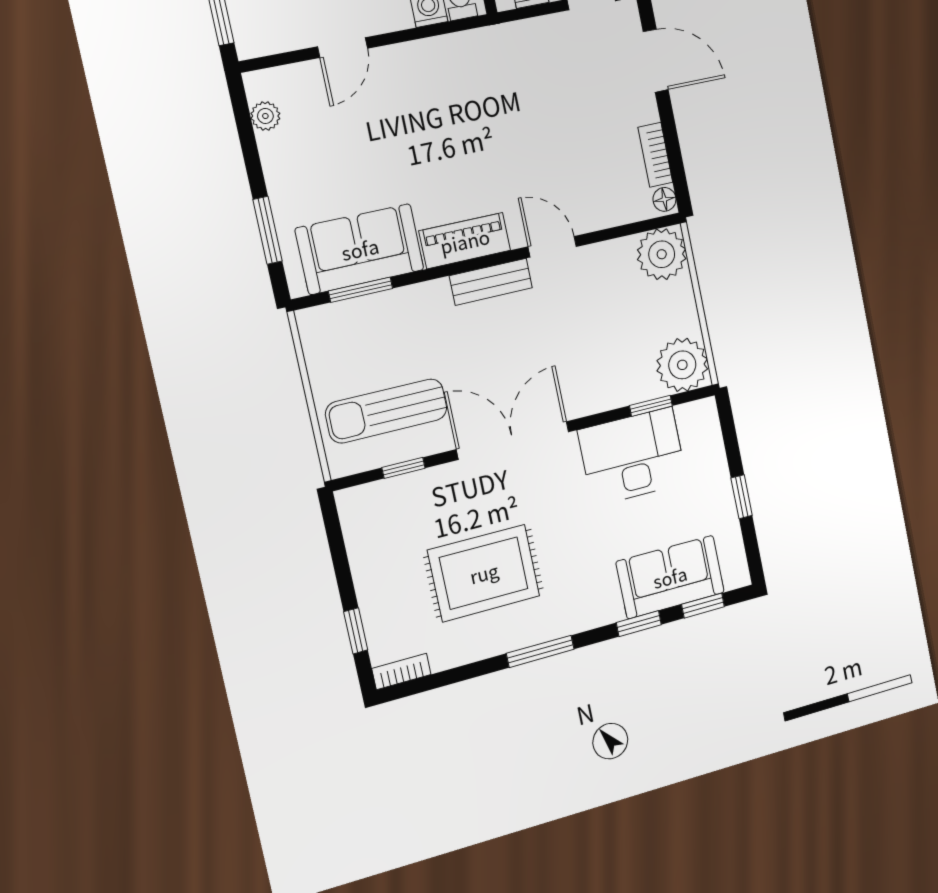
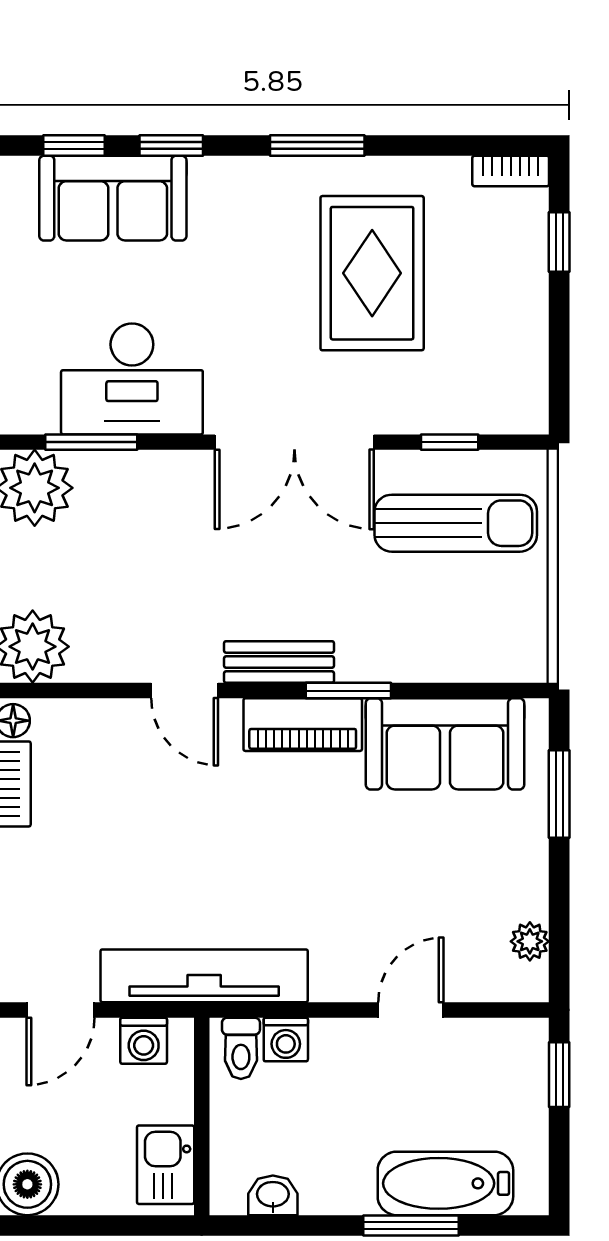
tv unit: (497, 44) -> (204, 976), added
window: (361, 290) -> (348, 691), moved
window: (651, 406) -> (91, 442), width x1.50
rug: (484, 573) -> (372, 273), turned 90

